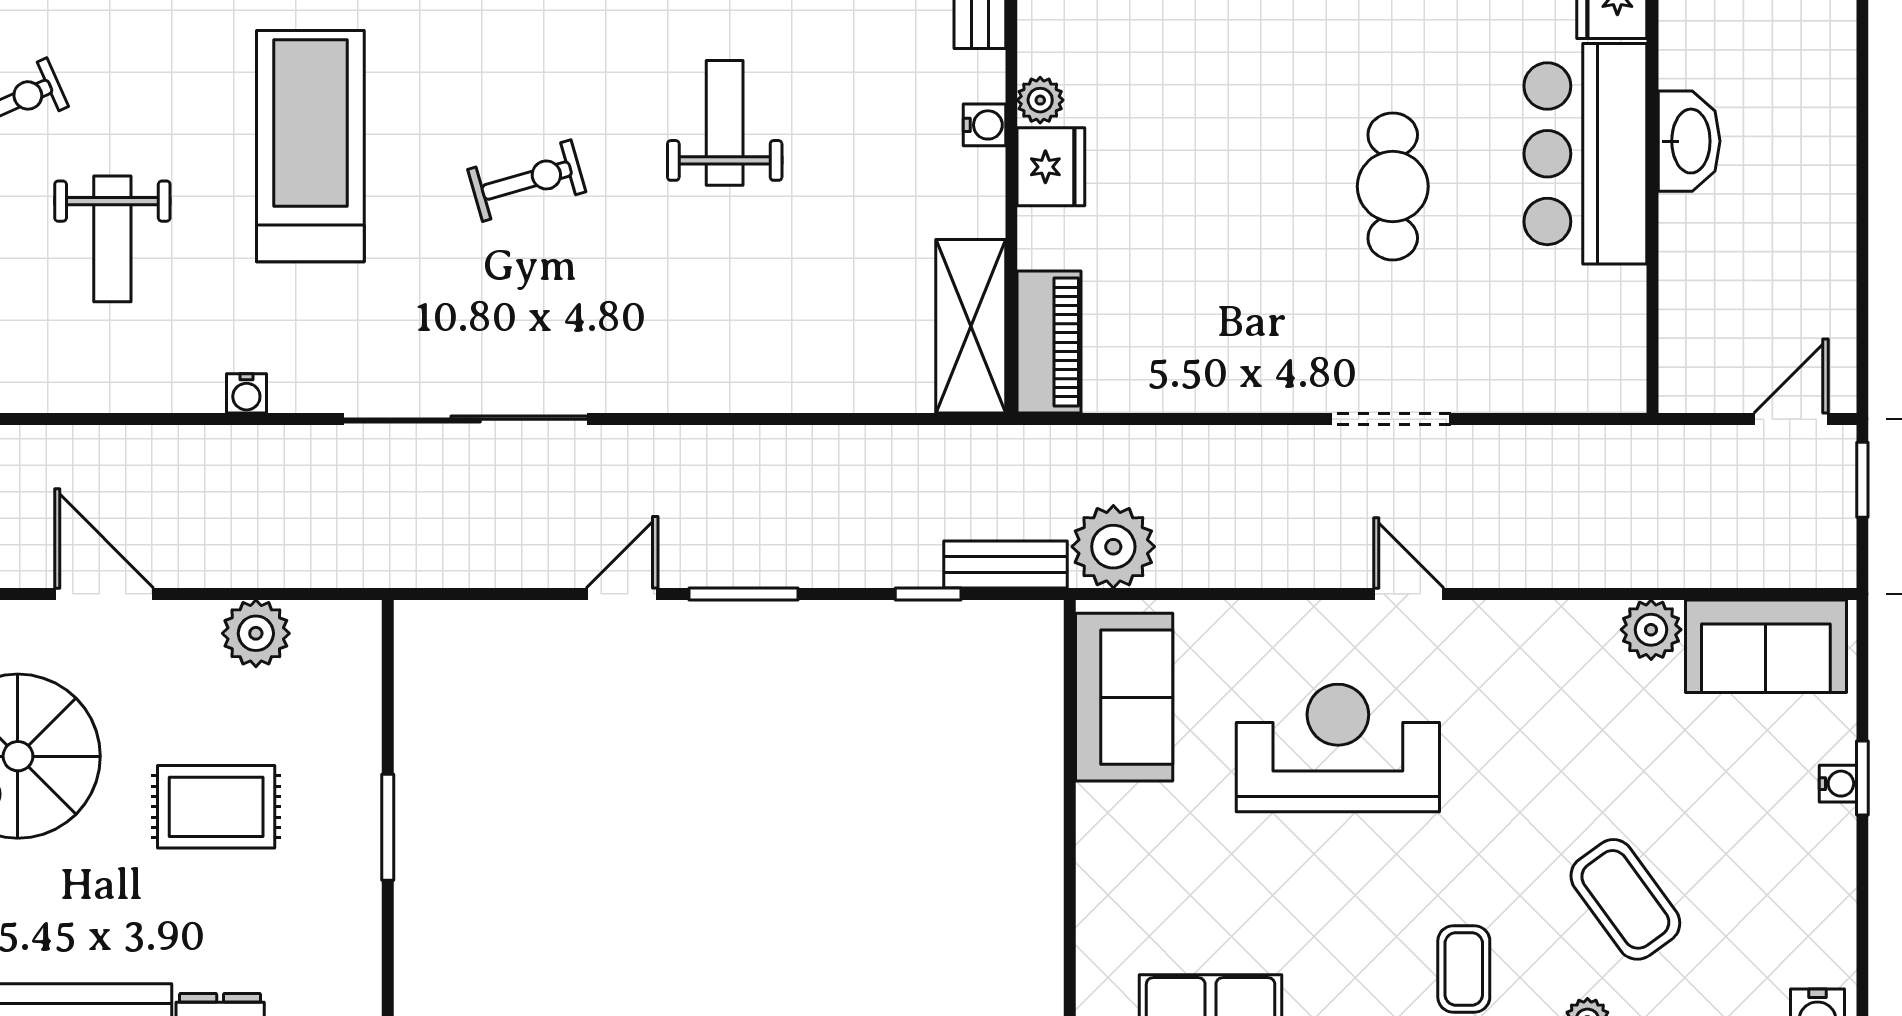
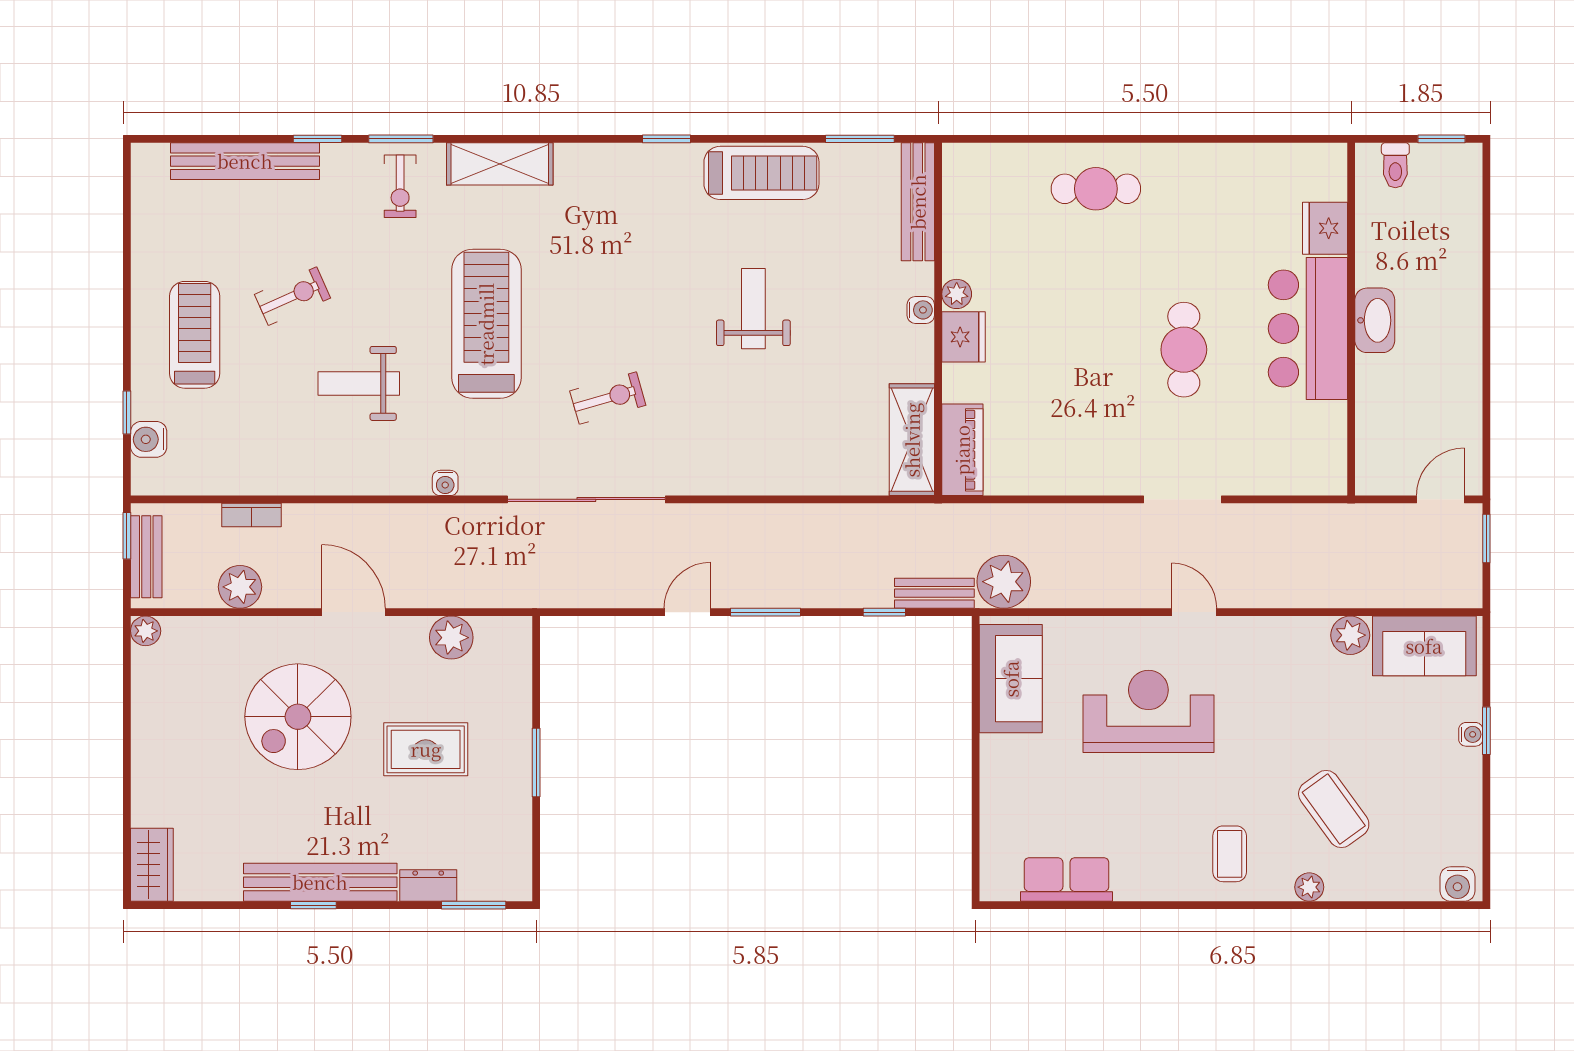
exercise bike: (527, 181) -> (608, 398), moved
weight bench: (112, 239) -> (359, 383), turned 90

